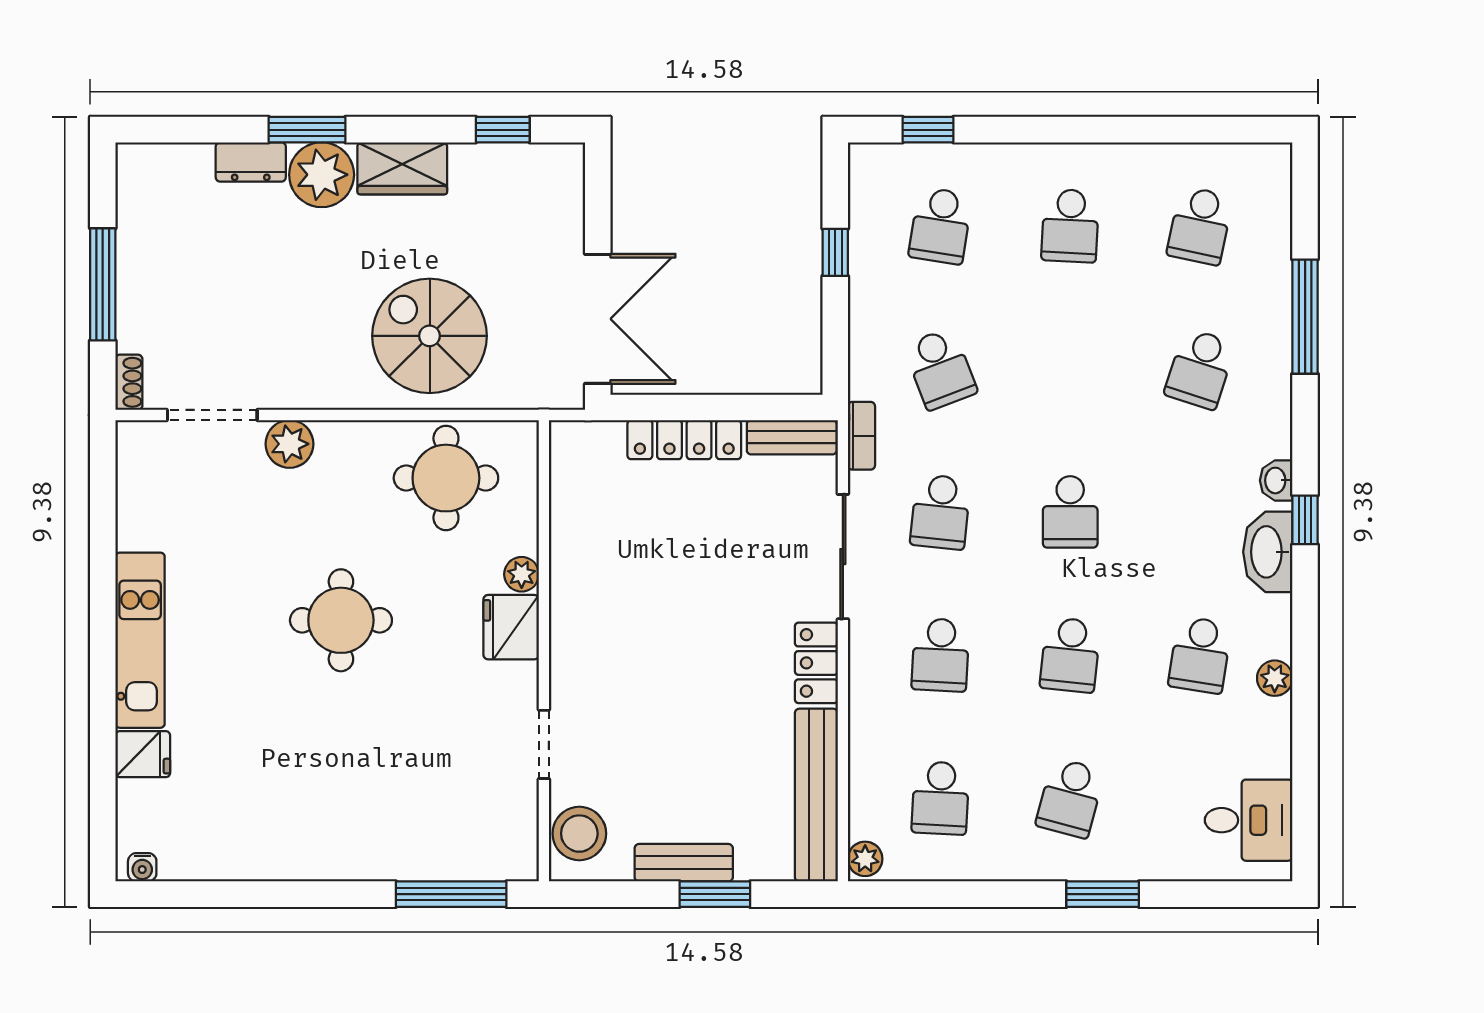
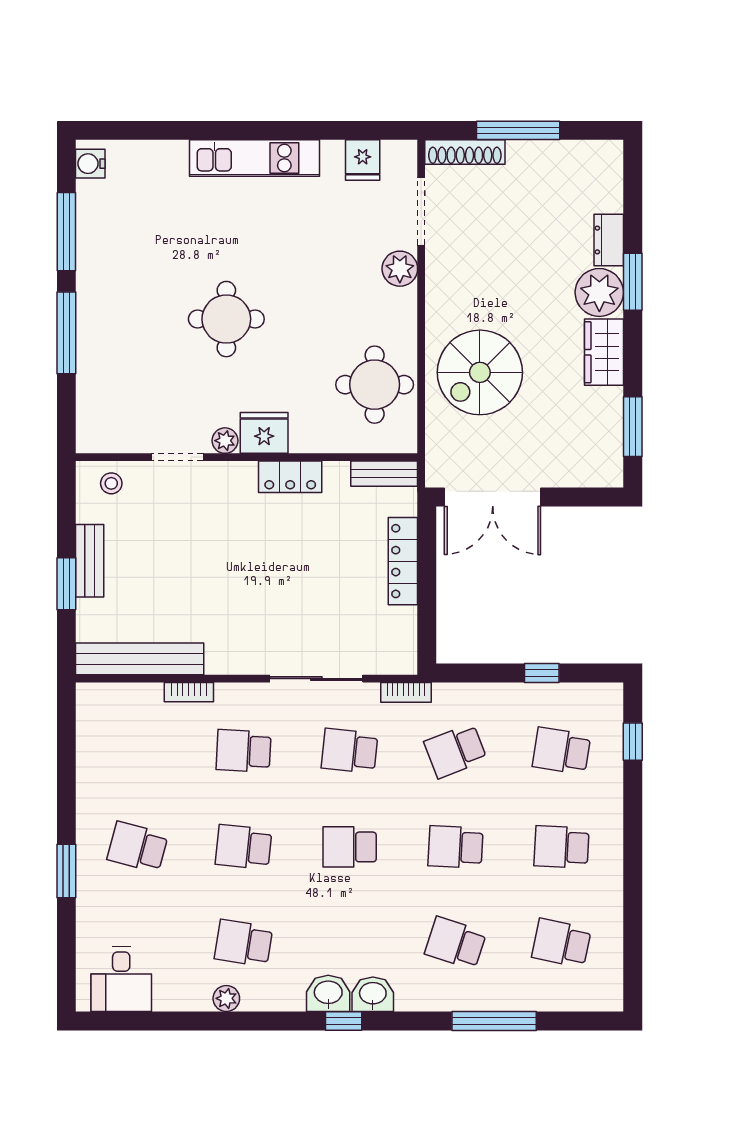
window: (503, 130) -> (633, 427), width x1.50
spiral stairs: (430, 336) -> (480, 372), turned 180
shoe rack: (129, 382) -> (465, 152), width x1.94, depth x1.24
bench: (792, 437) -> (384, 474), moved, turned 90
washbasin: (1276, 480) -> (373, 994), width x1.38, depth x1.45
washbasin: (1268, 552) -> (328, 993), width x0.72
plant: (522, 574) -> (225, 441), moved
round table: (341, 620) -> (226, 319), moved
locker: (816, 663) -> (290, 477), moved, turned 180
bookcase: (861, 729) -> (189, 692), added
fridge: (143, 754) -> (363, 160), moved
school desk: (940, 798) -> (455, 847), moved
stool: (579, 834) -> (111, 483), width x0.53, depth x0.53
plant: (865, 859) -> (92, 695), removed
water cooler: (142, 867) -> (90, 164), width x1.38, depth x1.38
window: (239, 894) -> (66, 232), added
window: (451, 894) -> (66, 333), moved

